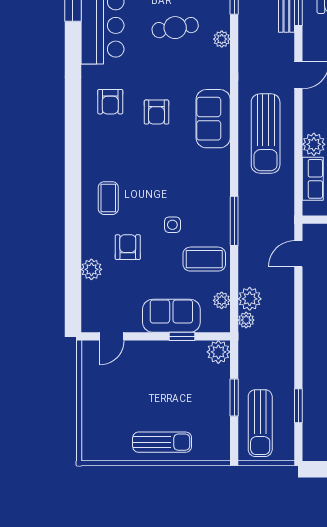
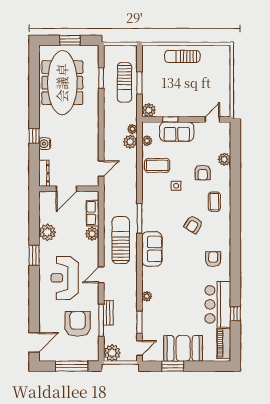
cafe table: (175, 28) -> (175, 303), removed
armchair: (156, 112) -> (193, 224), moved, turned -148
window: (234, 221) -> (139, 218), moved
sun lounger: (260, 423) -> (124, 82), moved, turned 180

